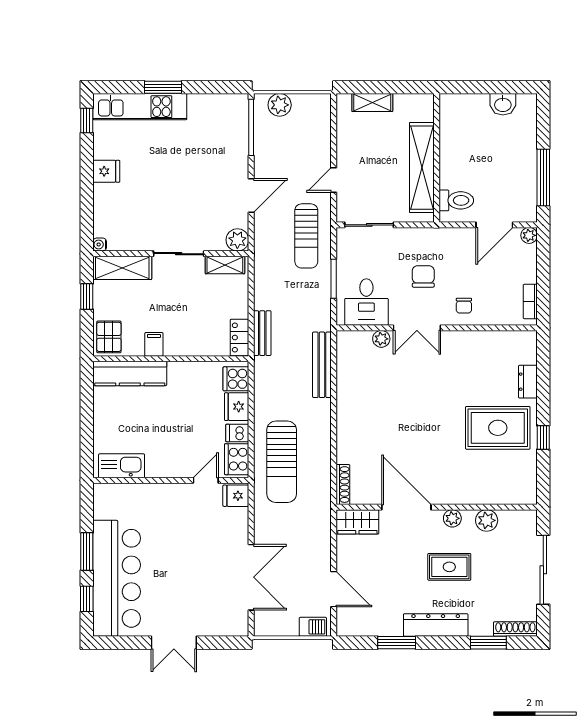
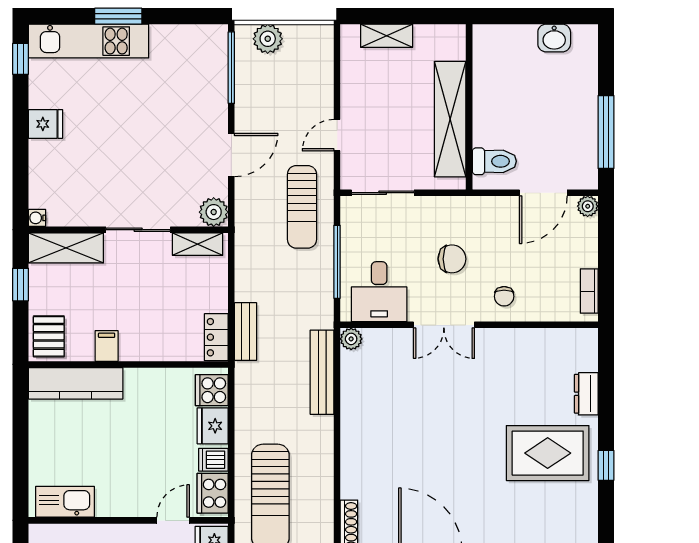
chair: (423, 276) -> (452, 259), turned 90
window: (334, 279) -> (337, 262), width x1.44
plant: (381, 339) -> (351, 339), moved

